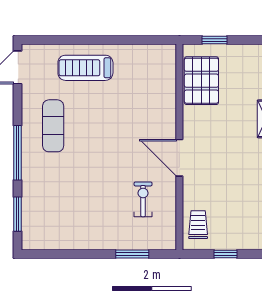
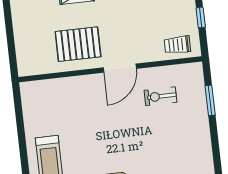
window: (214, 40) -> (12, 49), removed
pallet: (201, 81) -> (78, 44), moved

